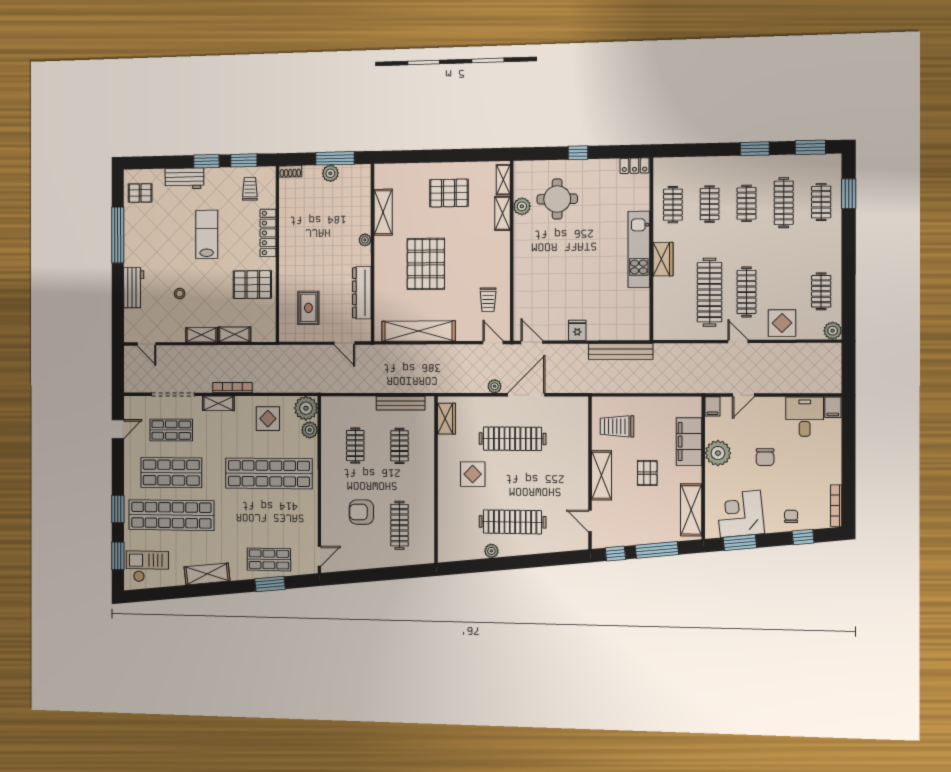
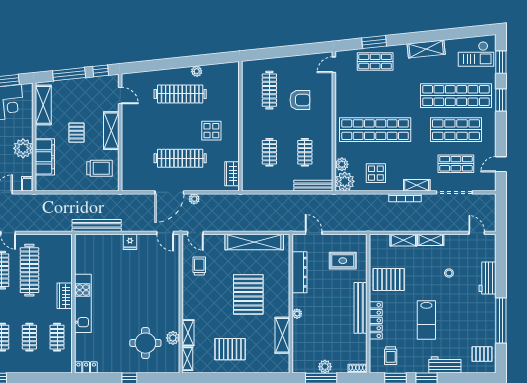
bench: (287, 249) -> (360, 308), added
rug: (308, 308) -> (343, 261), turned 90
bench: (401, 403) -> (313, 186), moved

